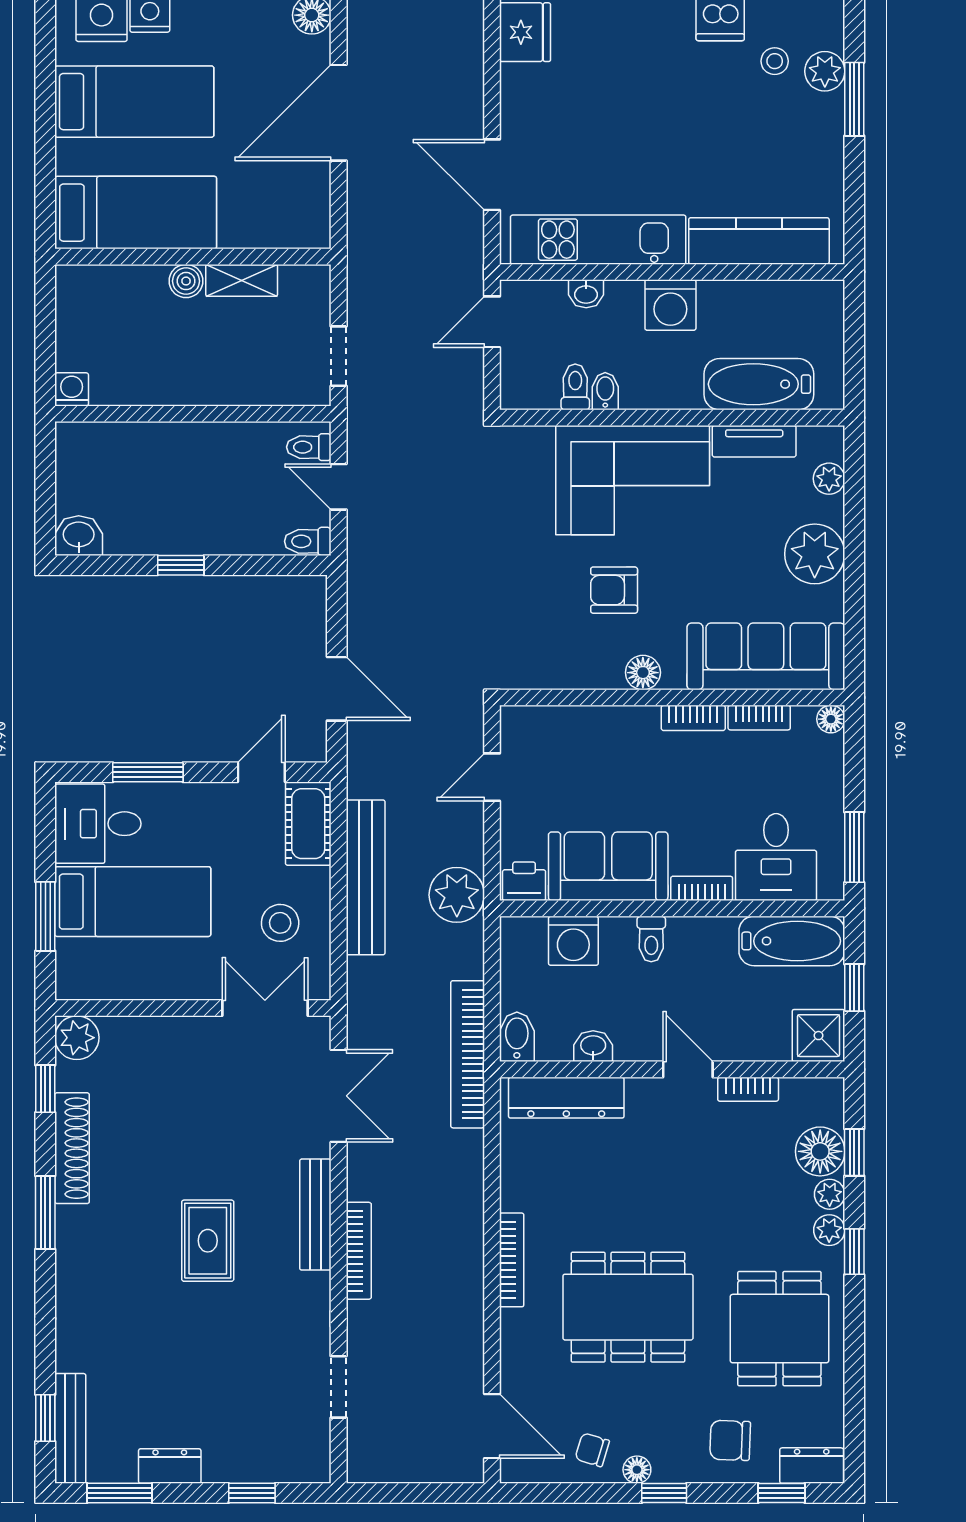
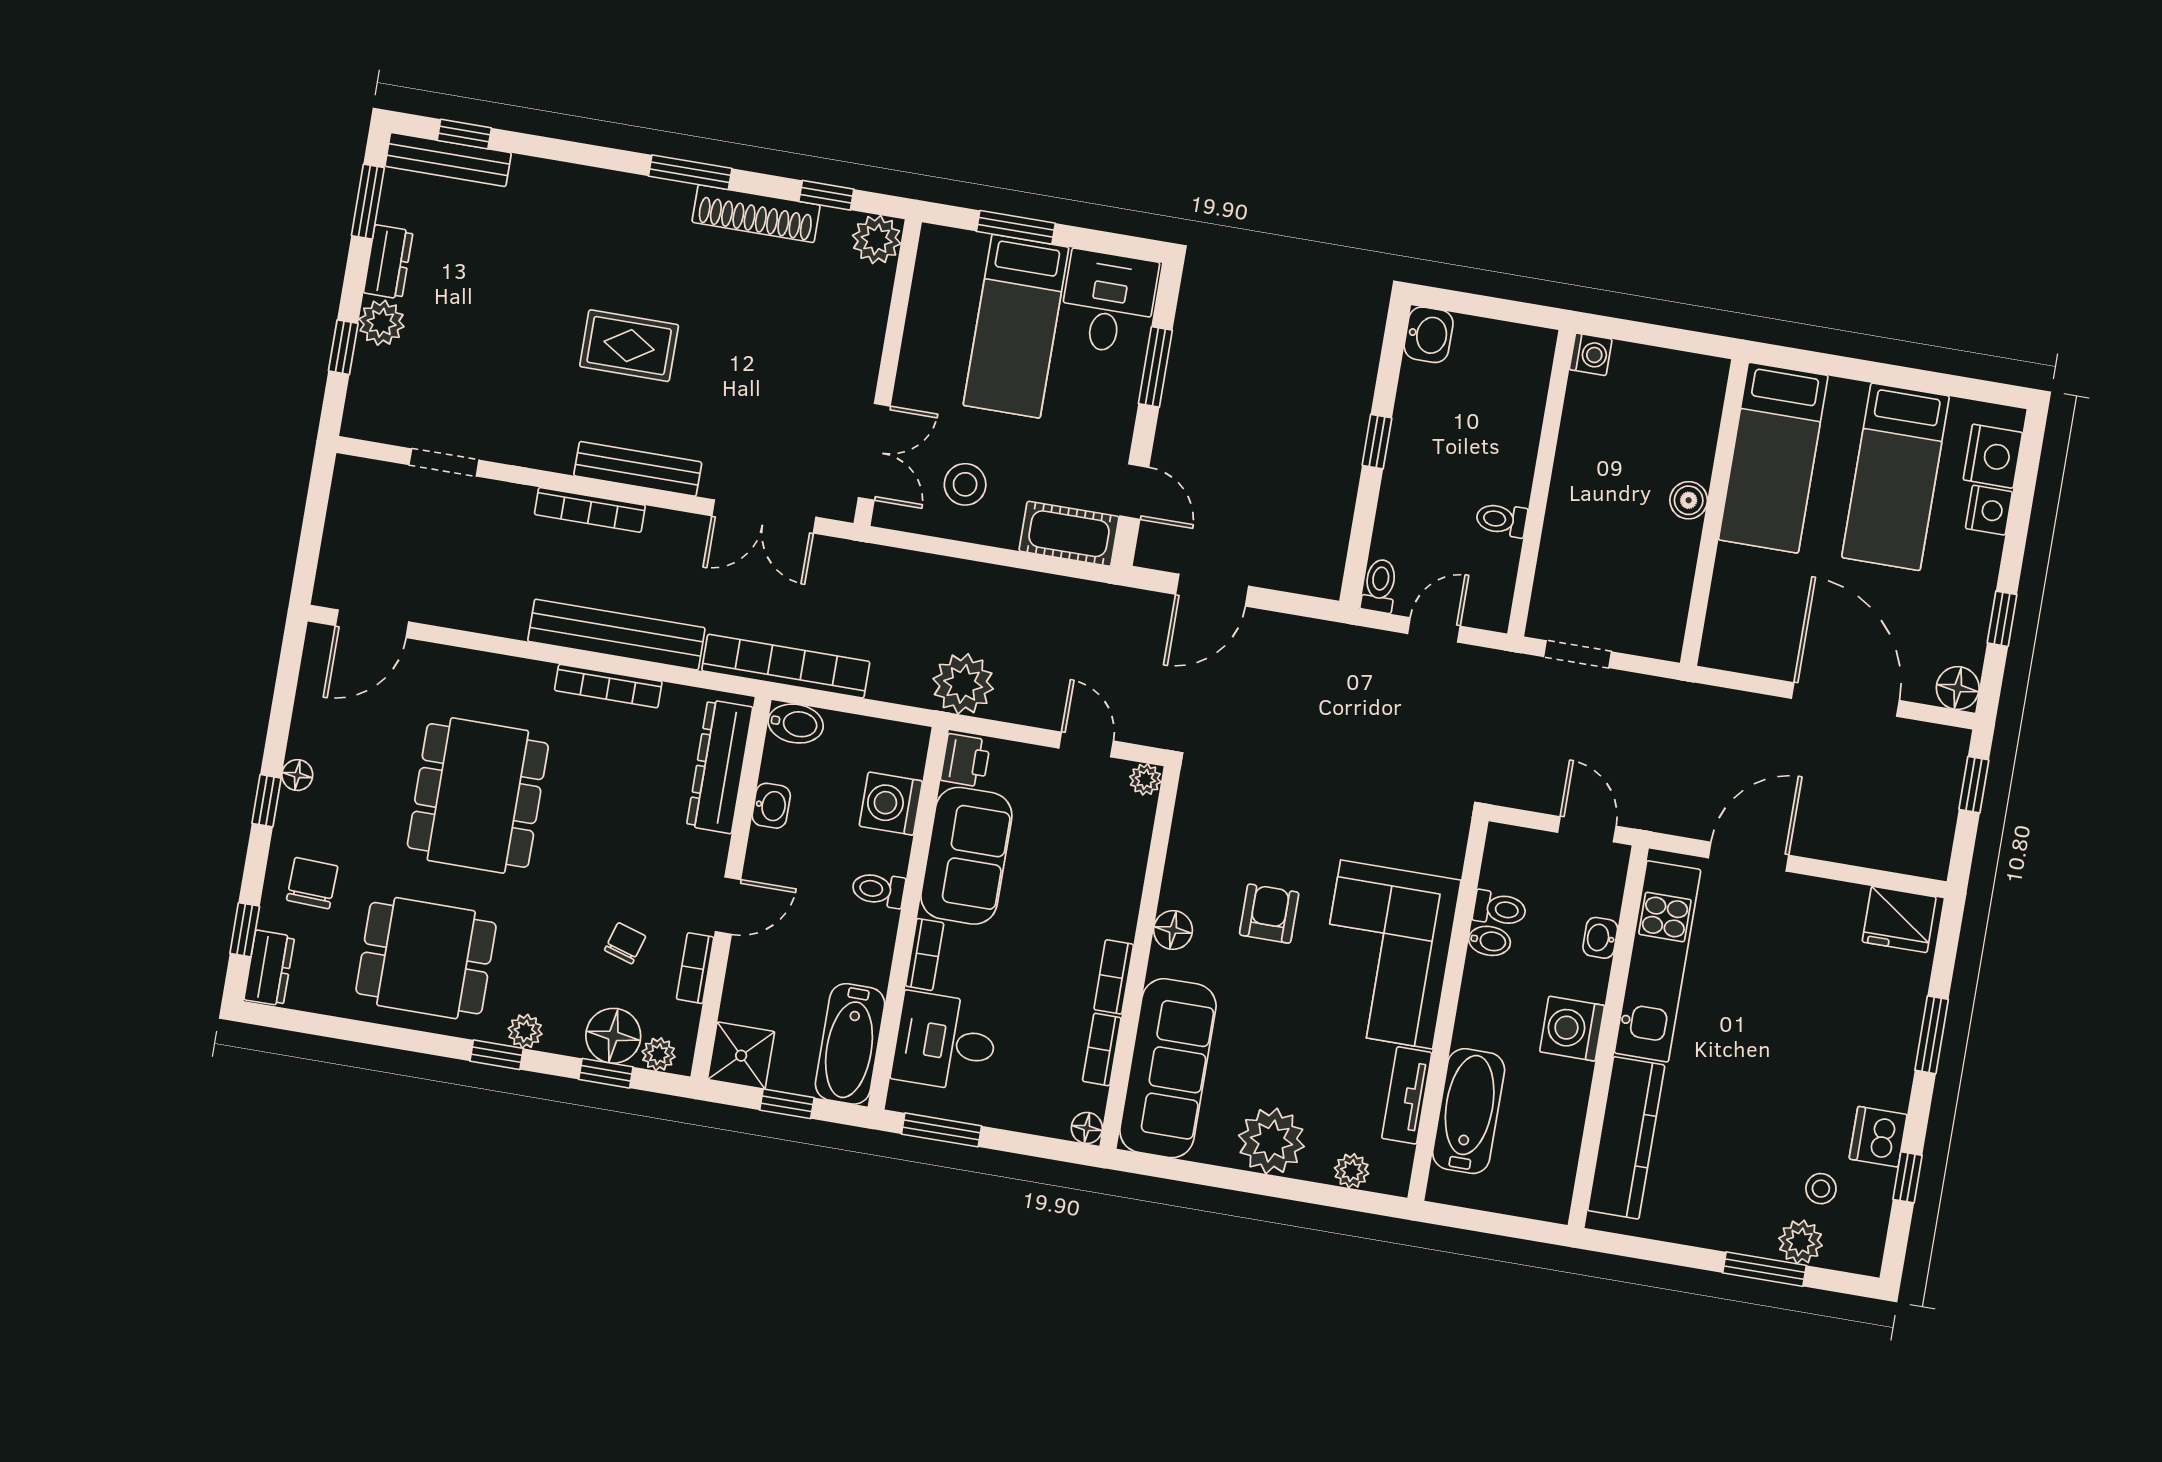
shelving: (242, 280) -> (1679, 562), removed
toilet: (309, 447) -> (1501, 520), moved, turned -90
plant: (514, 719) -> (1145, 779), added
bench: (366, 877) -> (616, 635), moved
plant: (830, 1194) -> (659, 1054), moved
bookcase: (512, 1260) -> (608, 686), moved
chair: (592, 1450) -> (625, 943), moved
plant: (224, 1463) -> (382, 323), added

